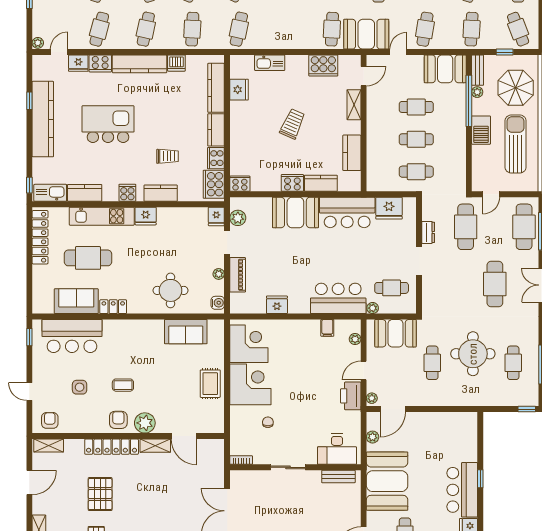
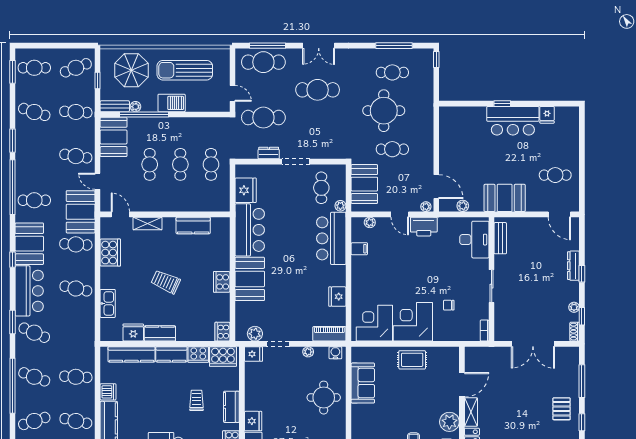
cafe table: (239, 29) -> (76, 289), moved
kitchen counter: (321, 183) -> (160, 333), moved, turned 90
piano: (238, 275) -> (329, 334), moved
booth: (387, 481) -> (505, 198), width x0.73, depth x0.70

